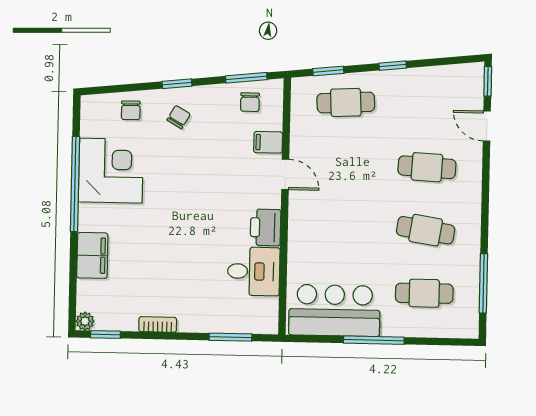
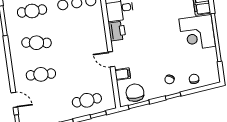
chair: (250, 102) -> (135, 93), width x1.87, depth x1.87
corner desk: (111, 171) -> (197, 33), moved

